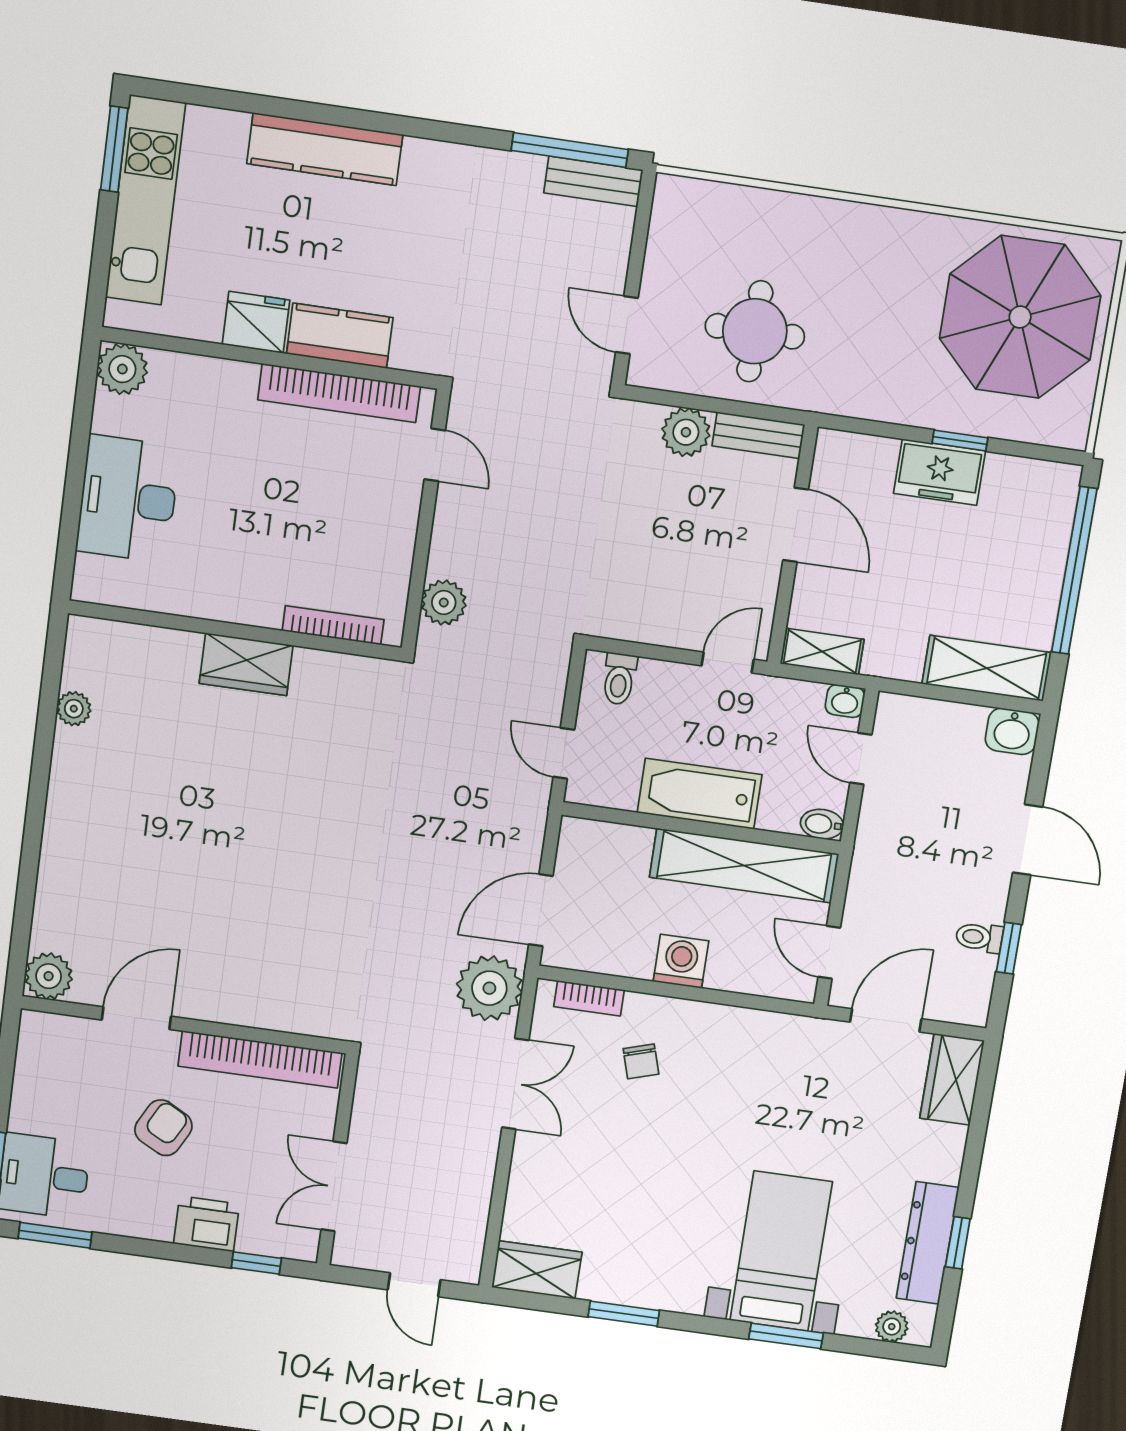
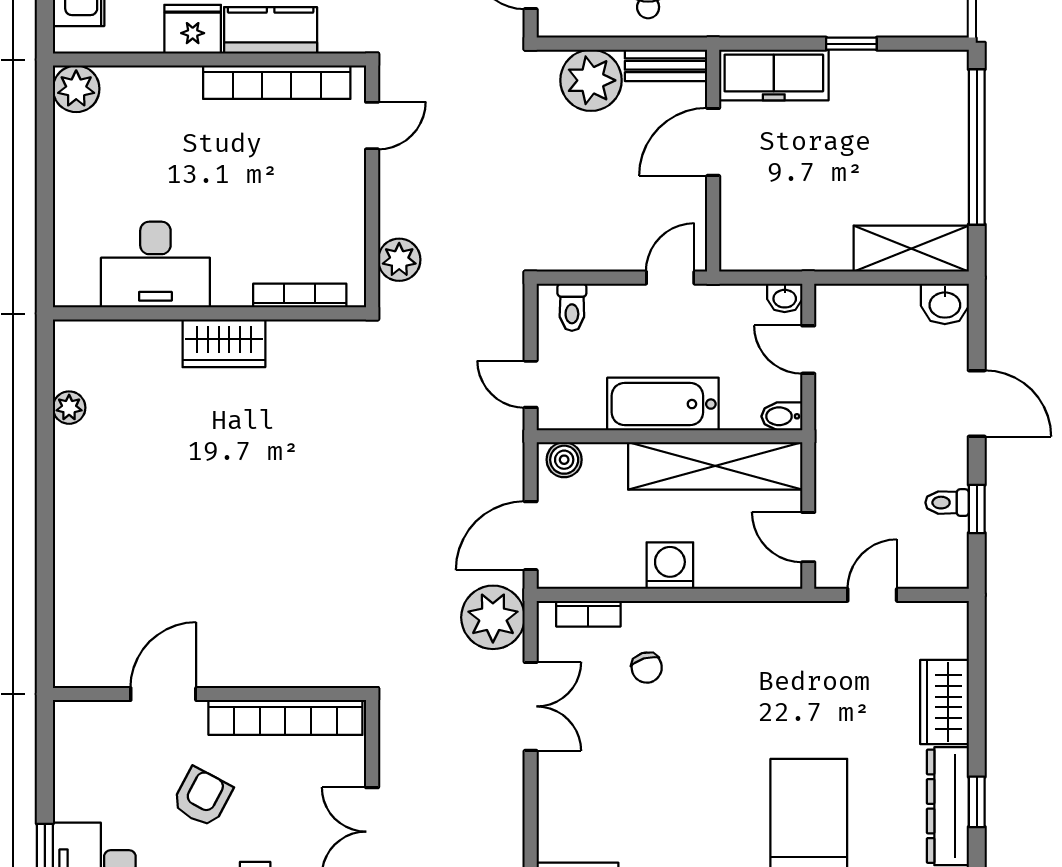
plant: (686, 432) -> (591, 80), width x1.36, depth x1.36
door: (435, 455) -> (372, 126), hinge flipped
freezer: (940, 472) -> (774, 75), moved, width x1.40
desk: (128, 499) -> (155, 265), moved, turned -90
door: (796, 525) -> (713, 142), swing flipped
shelving: (822, 652) -> (756, 255), removed
boiler: (587, 837) -> (564, 460), added
plant: (49, 976) -> (76, 665), removed
door: (886, 1020) -> (872, 595), width x0.73
wardrobe: (952, 1079) -> (944, 702), moved

